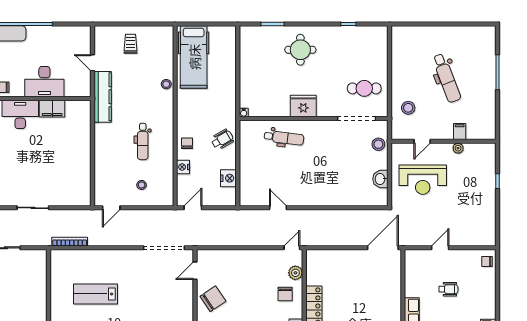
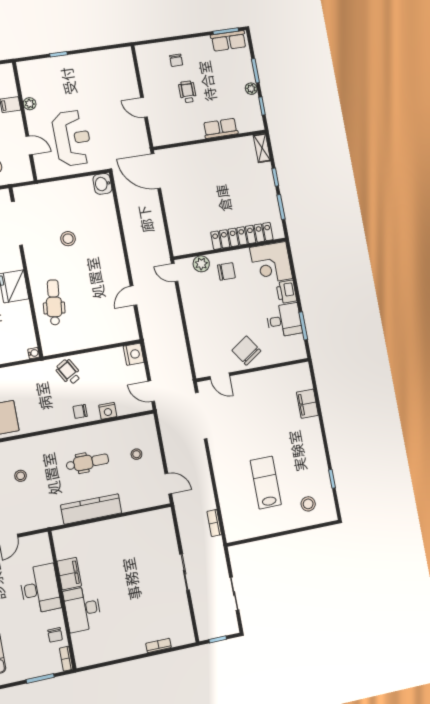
stool: (166, 84) -> (21, 476), moved
kitchen counter: (103, 97) -> (91, 509), moved
stool: (378, 144) -> (68, 239), moved
nightstand: (228, 178) -> (134, 354), moved, turned 90
washbasin: (380, 179) -> (102, 184), moved, turned 90
bookcase: (70, 242) -> (214, 523), width x0.64
chair: (487, 262) -> (176, 60), moved
lab bench: (95, 294) -> (266, 483), turned 180

